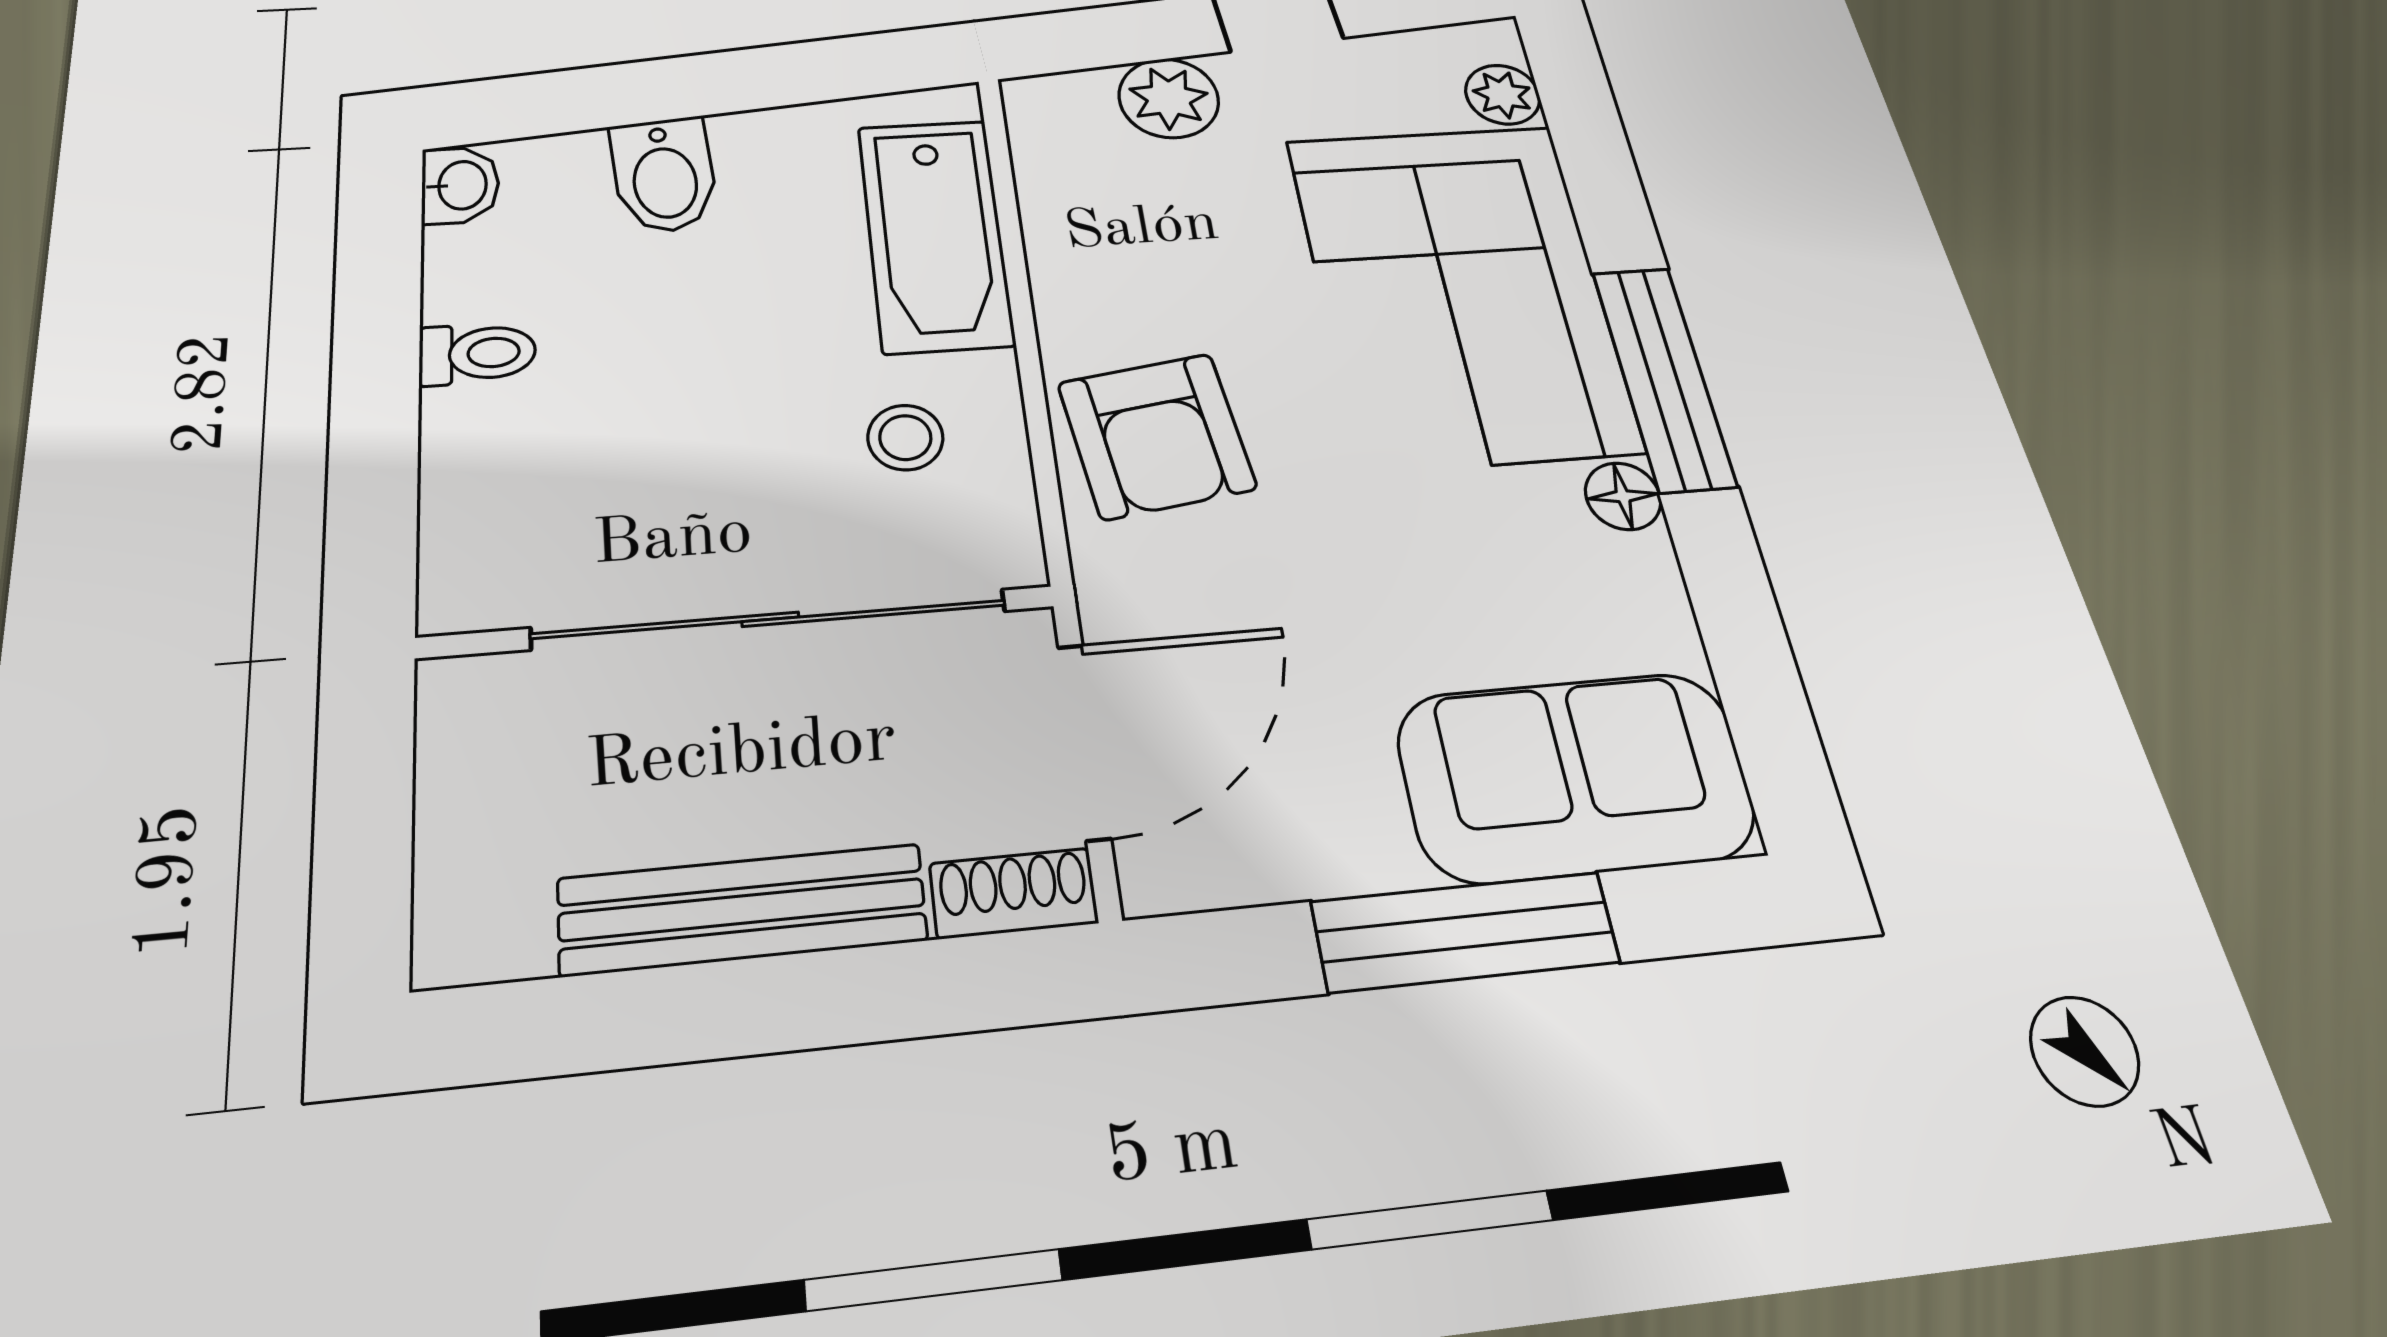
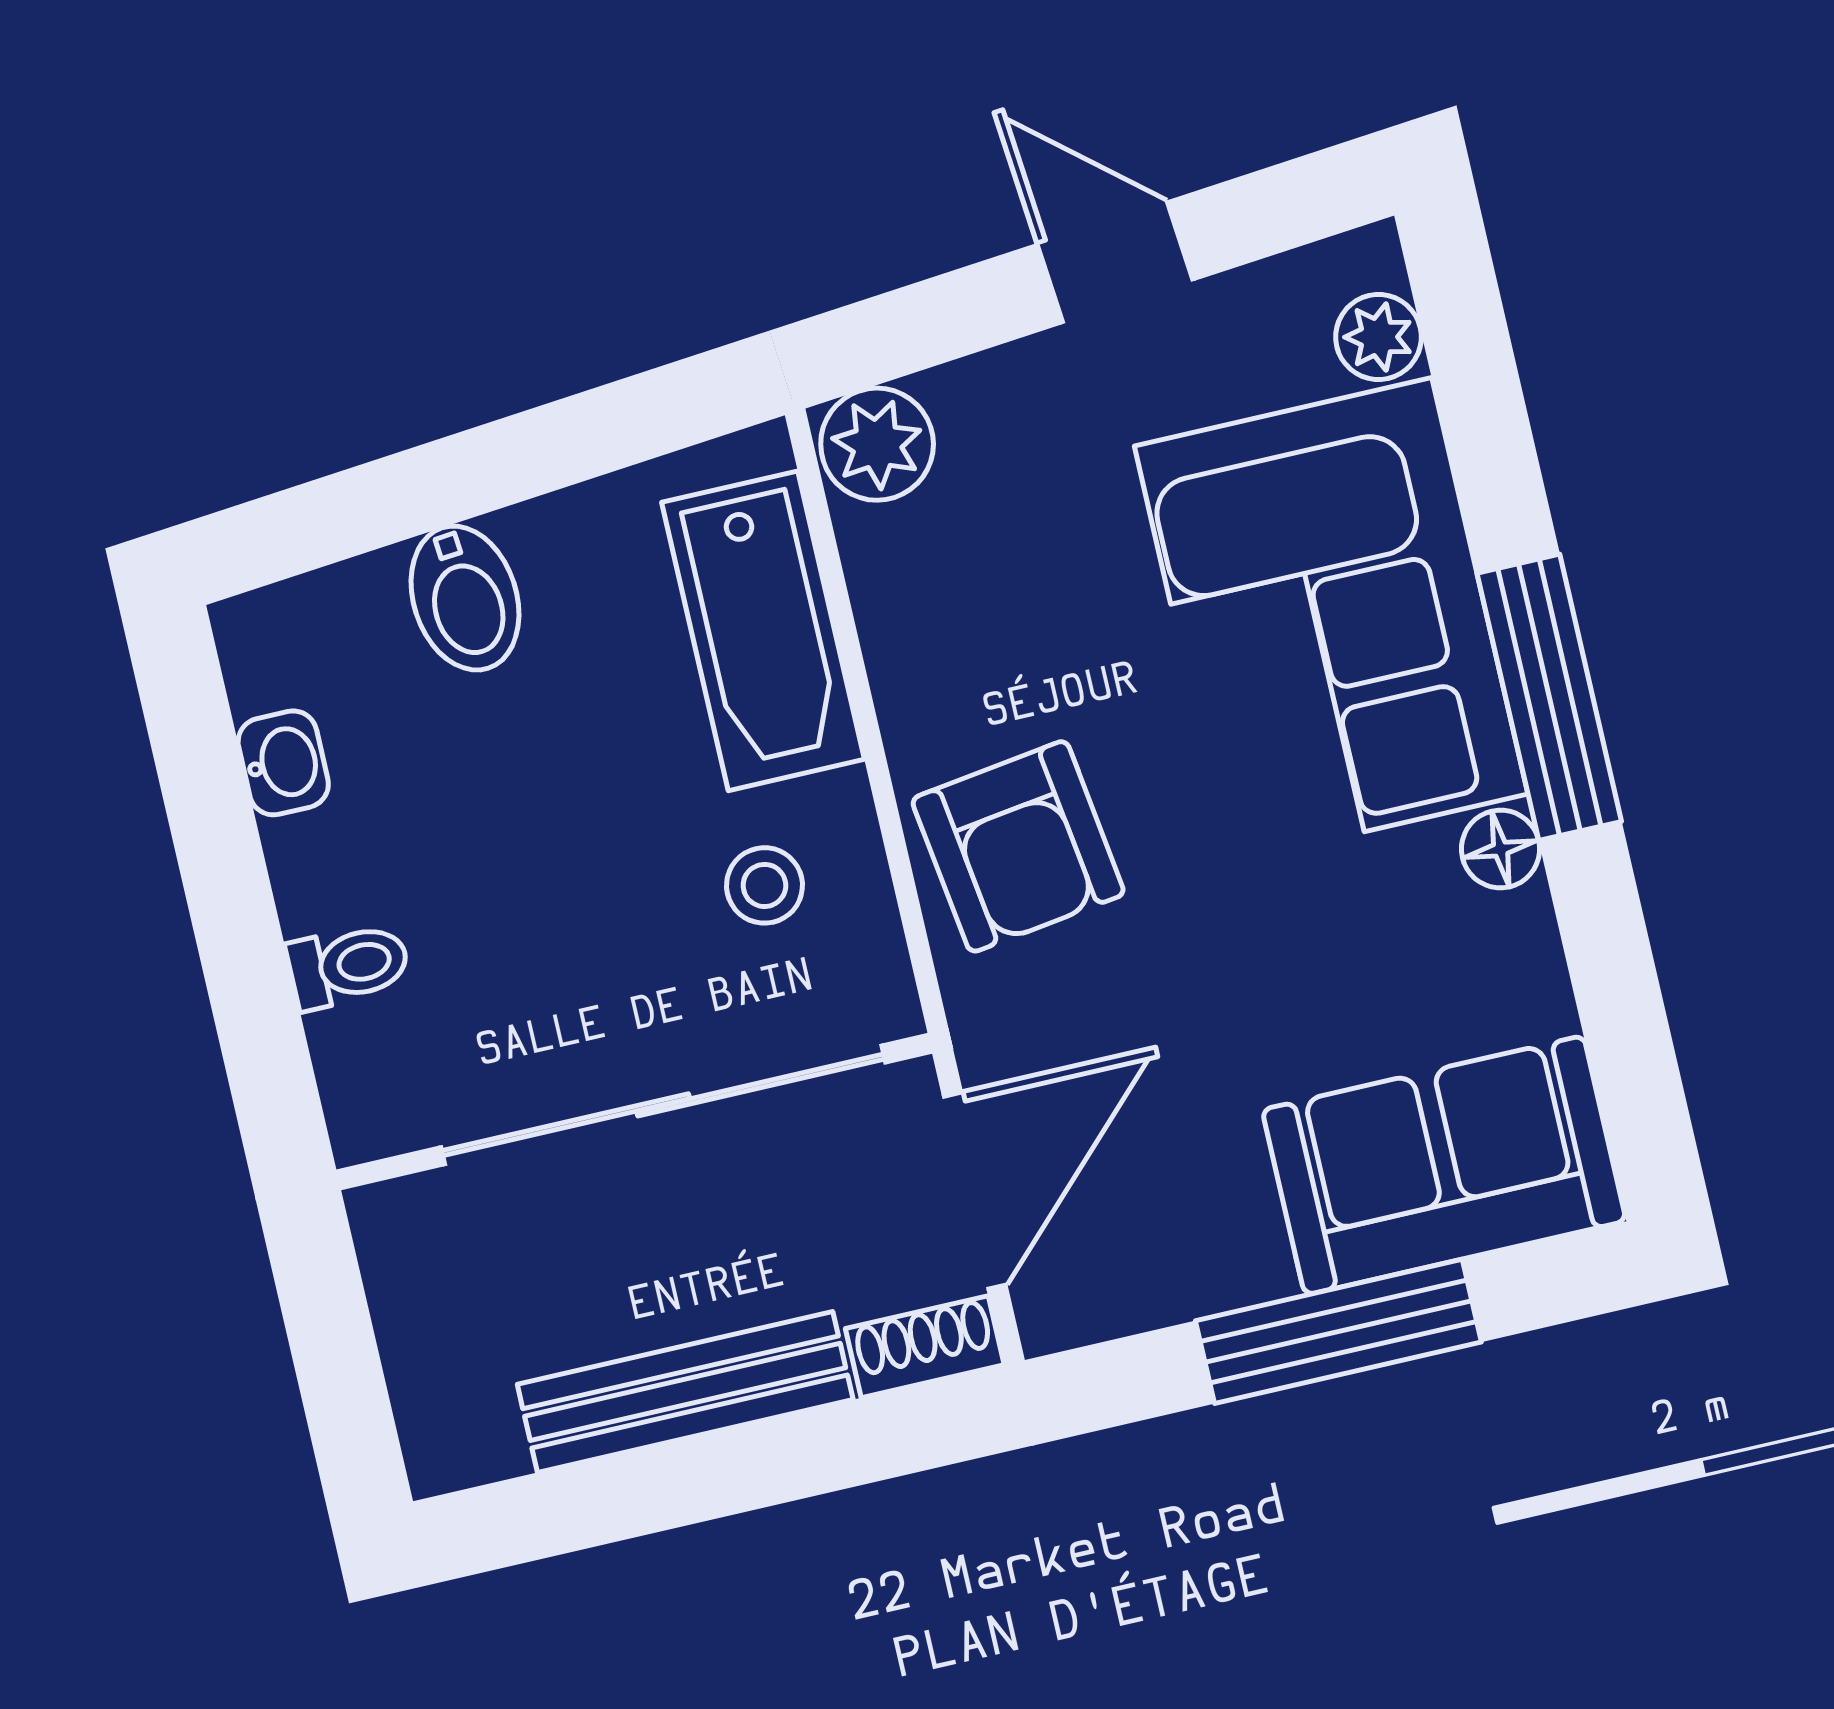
plant: (1169, 98) -> (877, 444), moved
washbasin: (460, 185) -> (283, 763), moved
toilet: (477, 354) -> (348, 965), moved

